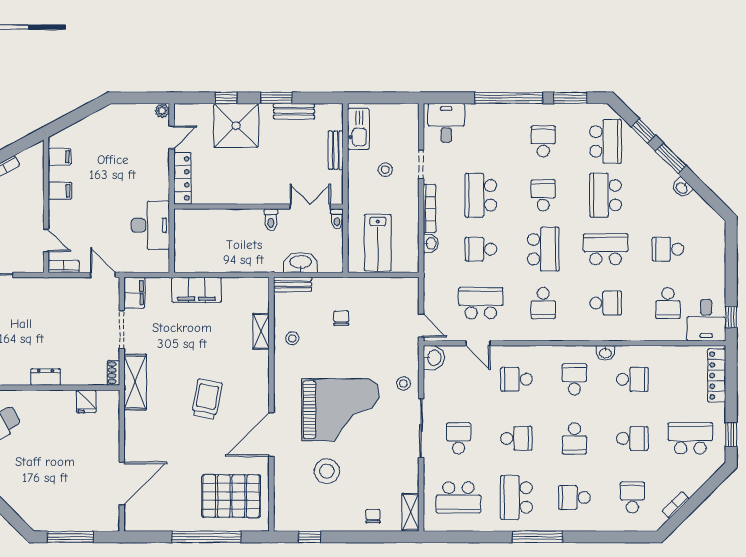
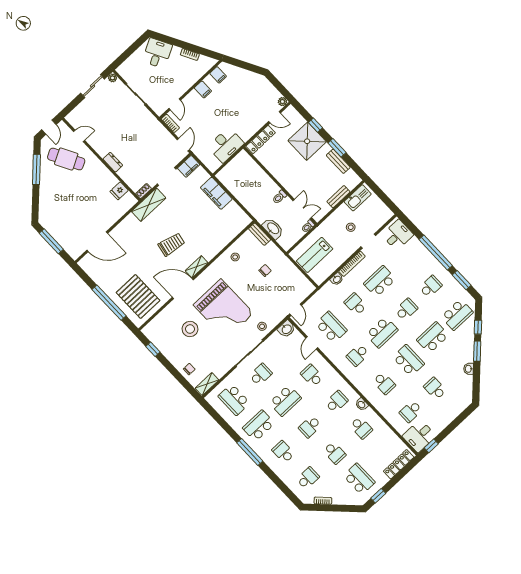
shelving: (261, 331) -> (197, 267), moved
school desk: (516, 438) -> (285, 401), width x1.85

